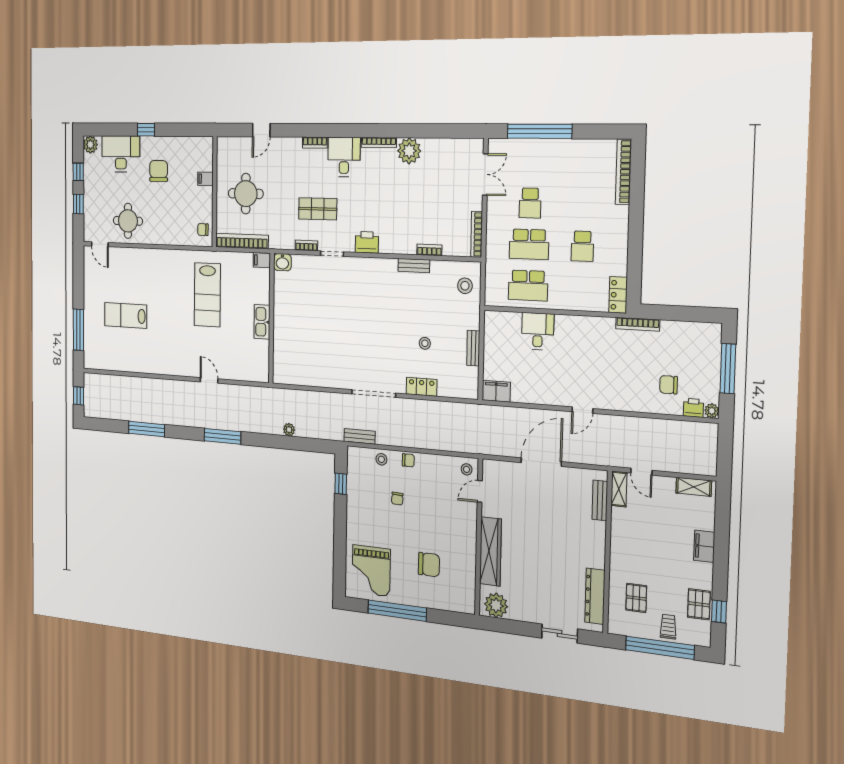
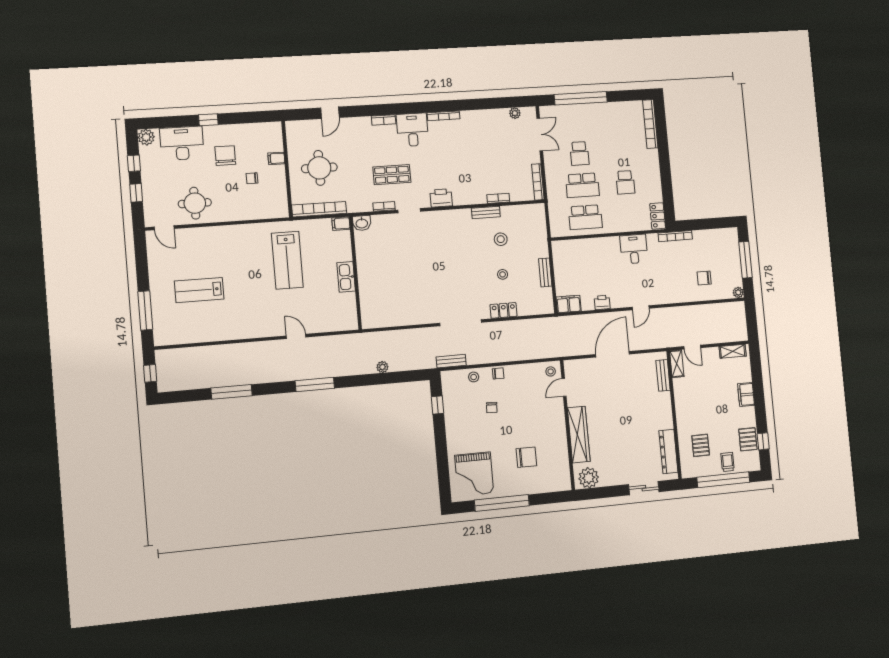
plant: (409, 151) -> (515, 113), moved, width x0.53, depth x0.53
chair: (203, 230) -> (252, 178), moved
stool: (465, 286) -> (501, 239), moved
desk: (538, 331) -> (634, 249), moved
printer: (693, 408) -> (602, 302), moved

